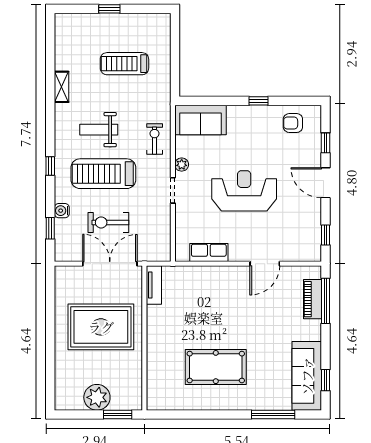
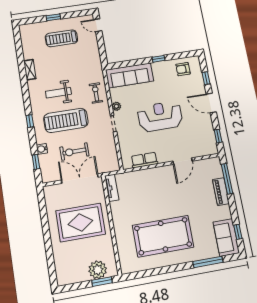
door: (175, 32) -> (98, 25), added
treadmill: (124, 64) -> (61, 38), moved
sofa: (201, 120) -> (130, 75), width x1.36
piano: (313, 299) -> (221, 192), moved
pool table: (216, 367) -> (163, 236), width x1.36, depth x1.32
sofa: (307, 376) -> (226, 237), width x0.73
plant: (97, 397) -> (98, 270), moved

